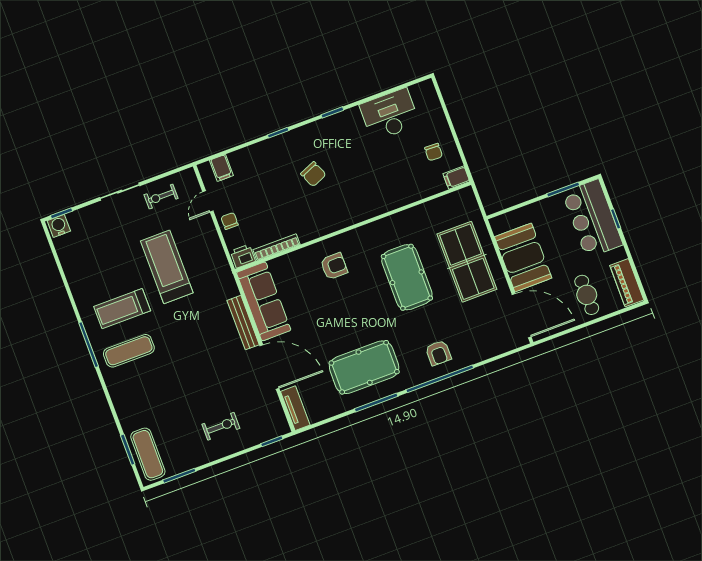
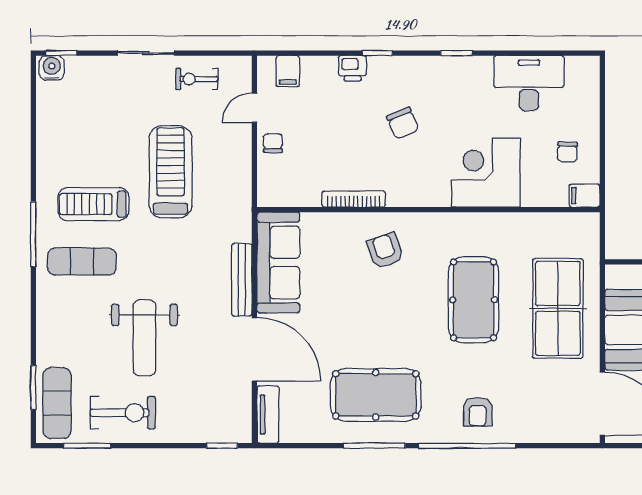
corner desk: (383, 187) -> (486, 173), added
bookcase: (276, 247) -> (354, 199), moved
printer: (243, 256) -> (352, 68), moved, turned 180
armchair: (334, 266) -> (385, 251), turned -110
weight bench: (191, 387) -> (144, 338), added
exercise bike: (221, 426) -> (123, 413), moved, width x1.38, depth x1.39

